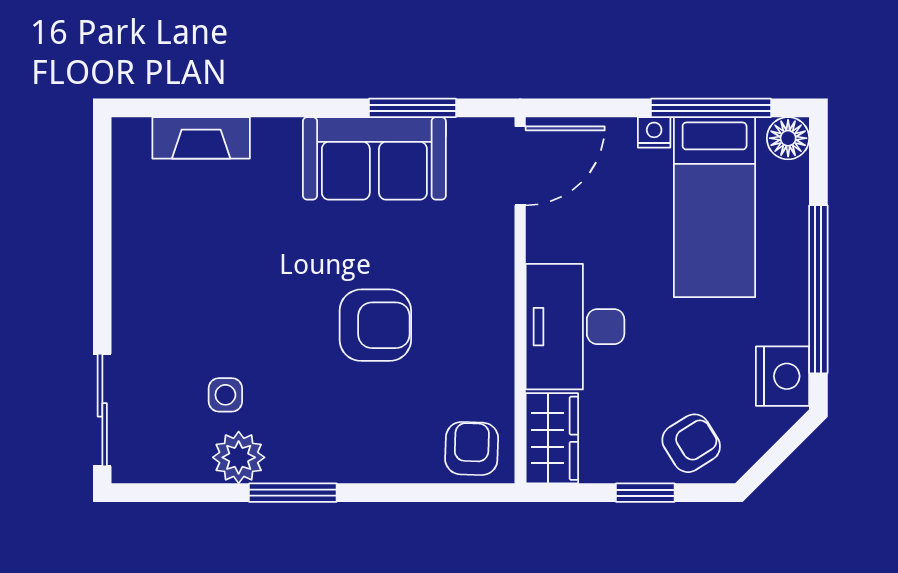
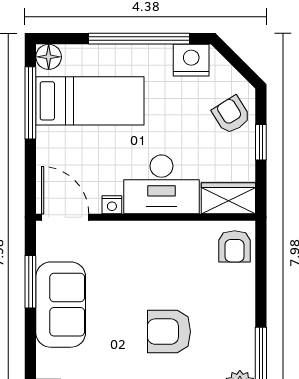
nightstand: (654, 132) -> (112, 205), moved, turned -90
armchair: (375, 325) -> (169, 332), moved, turned -90
armchair: (472, 449) -> (235, 246), turned -92

